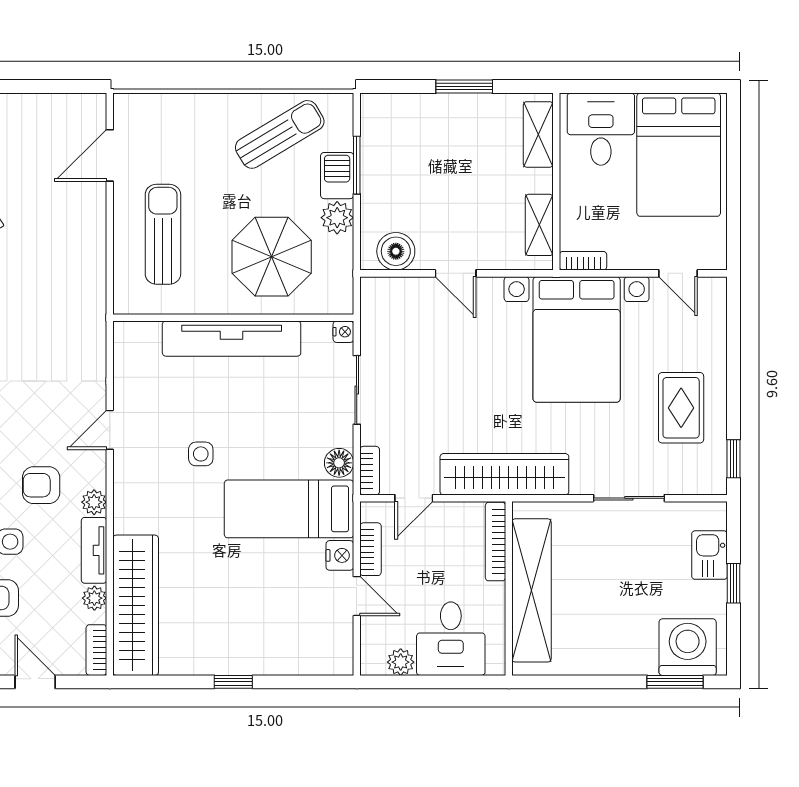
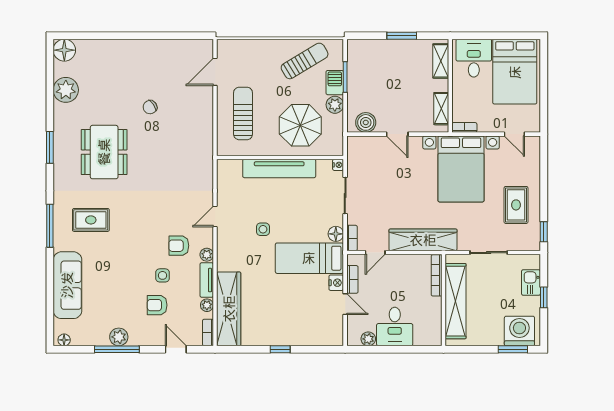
bookcase: (495, 542) -> (437, 275), moved
wall: (509, 588) -> (444, 300), moved
shelving: (531, 590) -> (456, 301), moved

